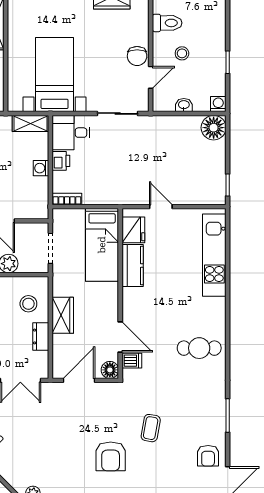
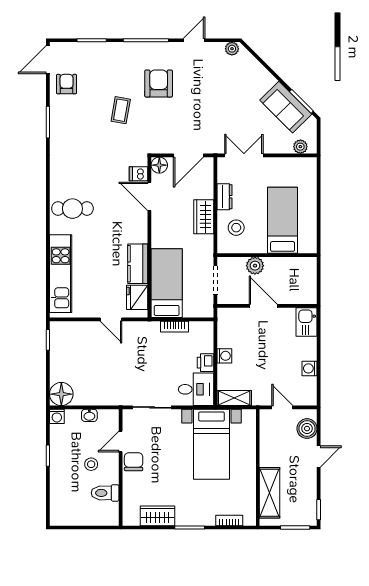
bookcase: (67, 199) -> (175, 327), moved
cafe table: (199, 348) -> (72, 209), moved

